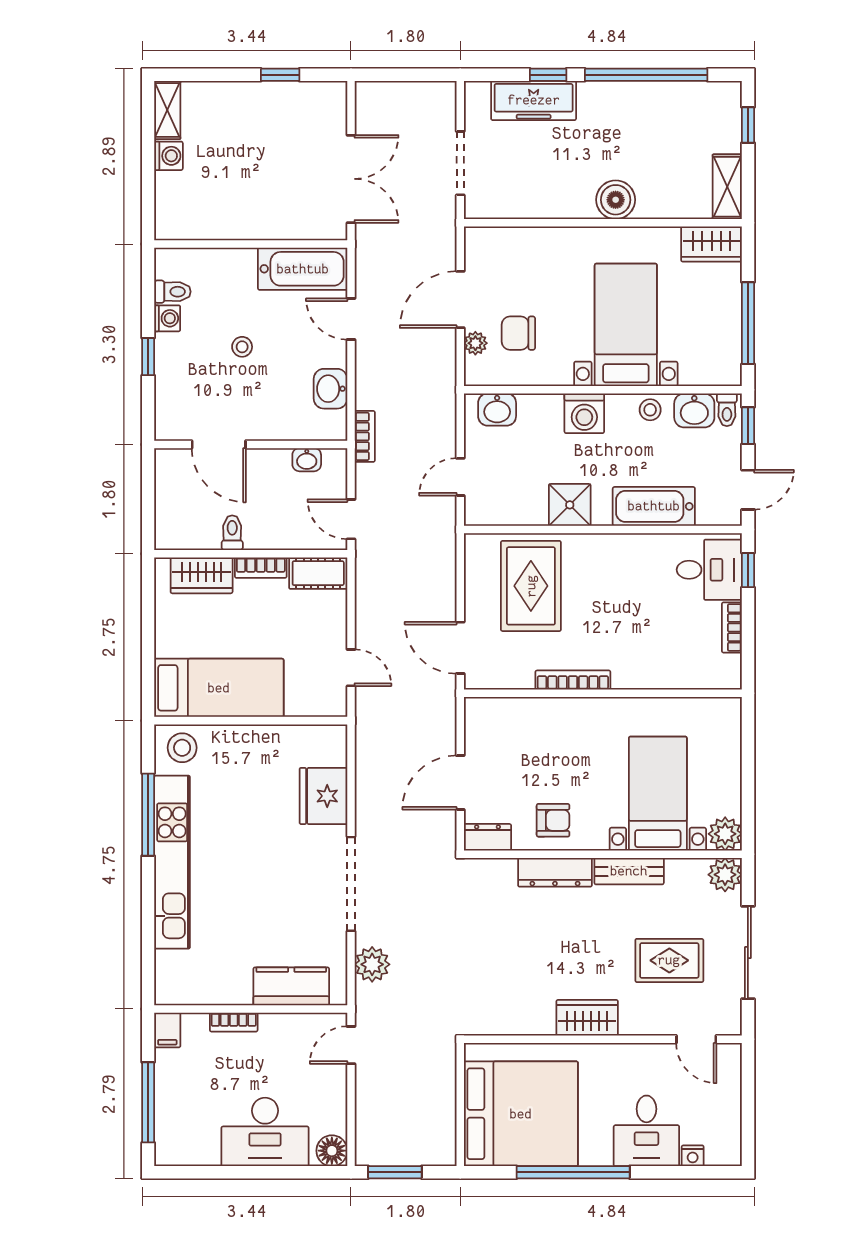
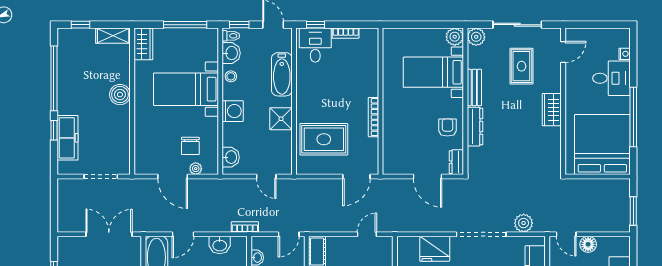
floor lamp: (332, 1151) -> (588, 244), moved

